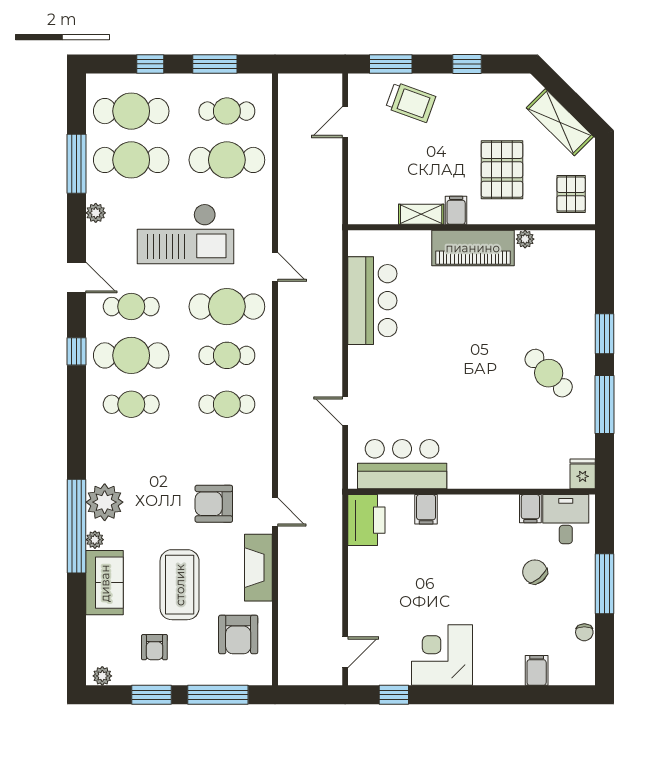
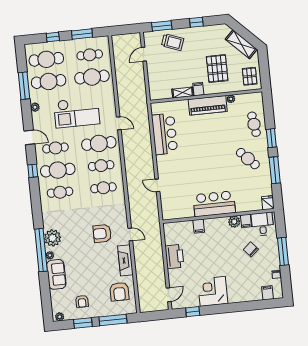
cafe table: (570, 300) -> (254, 124), added
bar counter: (402, 464) -> (214, 204), moved
plant: (505, 508) -> (234, 222), added
printer: (366, 520) -> (174, 257), moved
coffee table: (180, 585) -> (90, 272), removed
filing cabinet: (537, 670) -> (267, 293), moved

